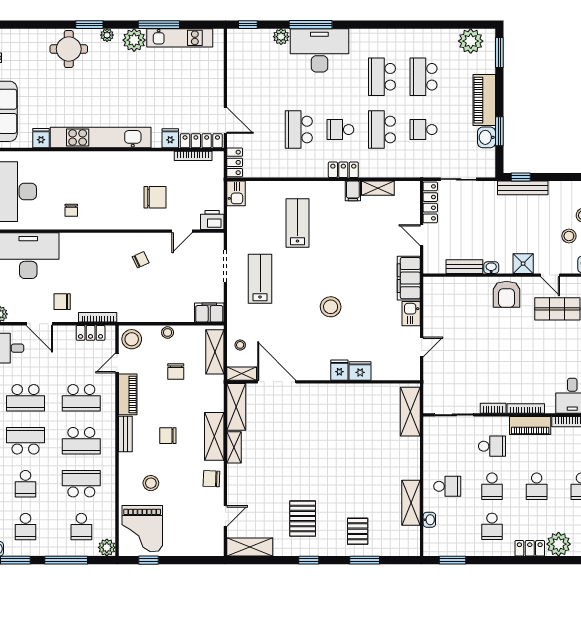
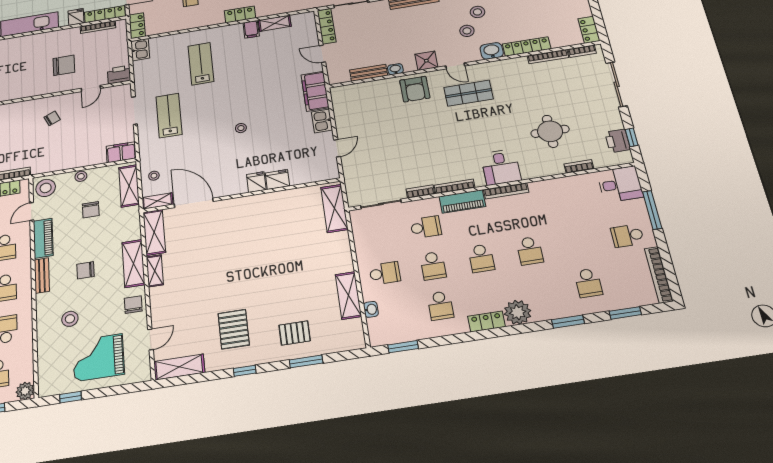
stool: (331, 307) -> (241, 128), width x0.53, depth x0.53
chair: (211, 479) -> (133, 305), turned 88
grand piano: (142, 529) -> (98, 358), moved, turned 90
pallet: (358, 531) -> (295, 333), turned 90

